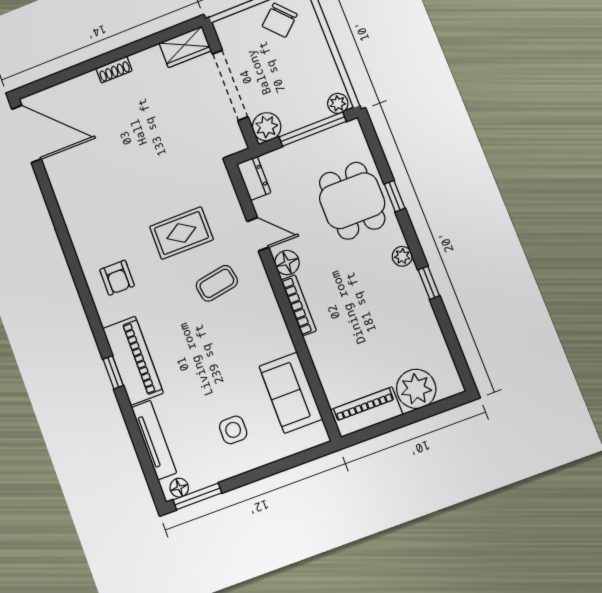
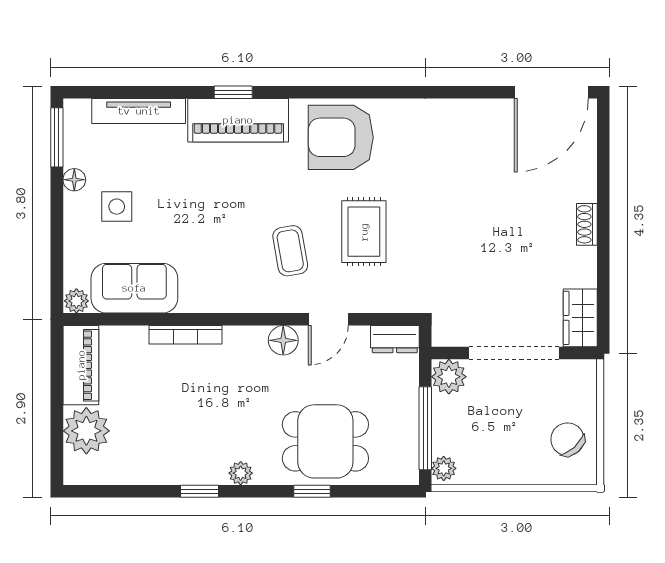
armchair: (117, 278) -> (341, 137), width x1.88, depth x1.88
bookcase: (299, 305) -> (185, 335), moved
plant: (318, 434) -> (76, 301), added
floor lamp: (179, 488) -> (74, 180), moved

